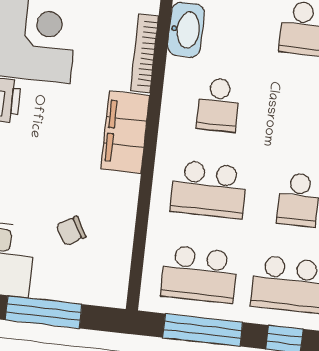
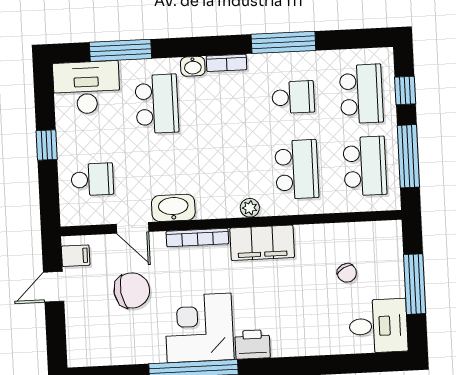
school desk: (218, 105) -> (229, 173), removed
plant: (171, 124) -> (250, 208), added

